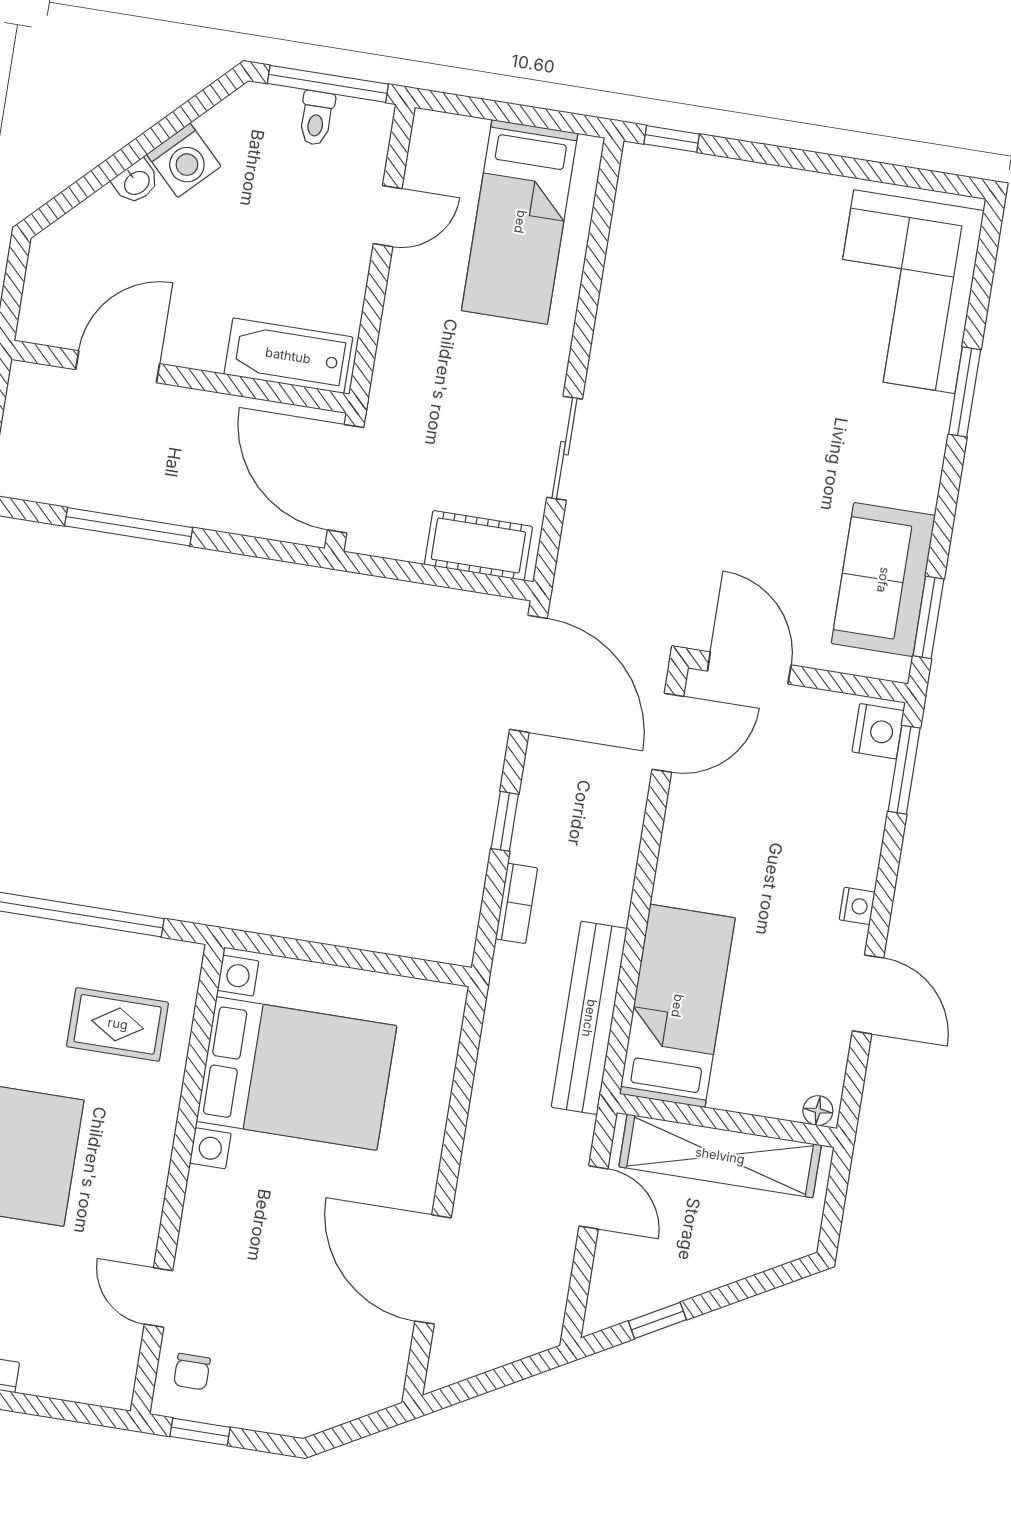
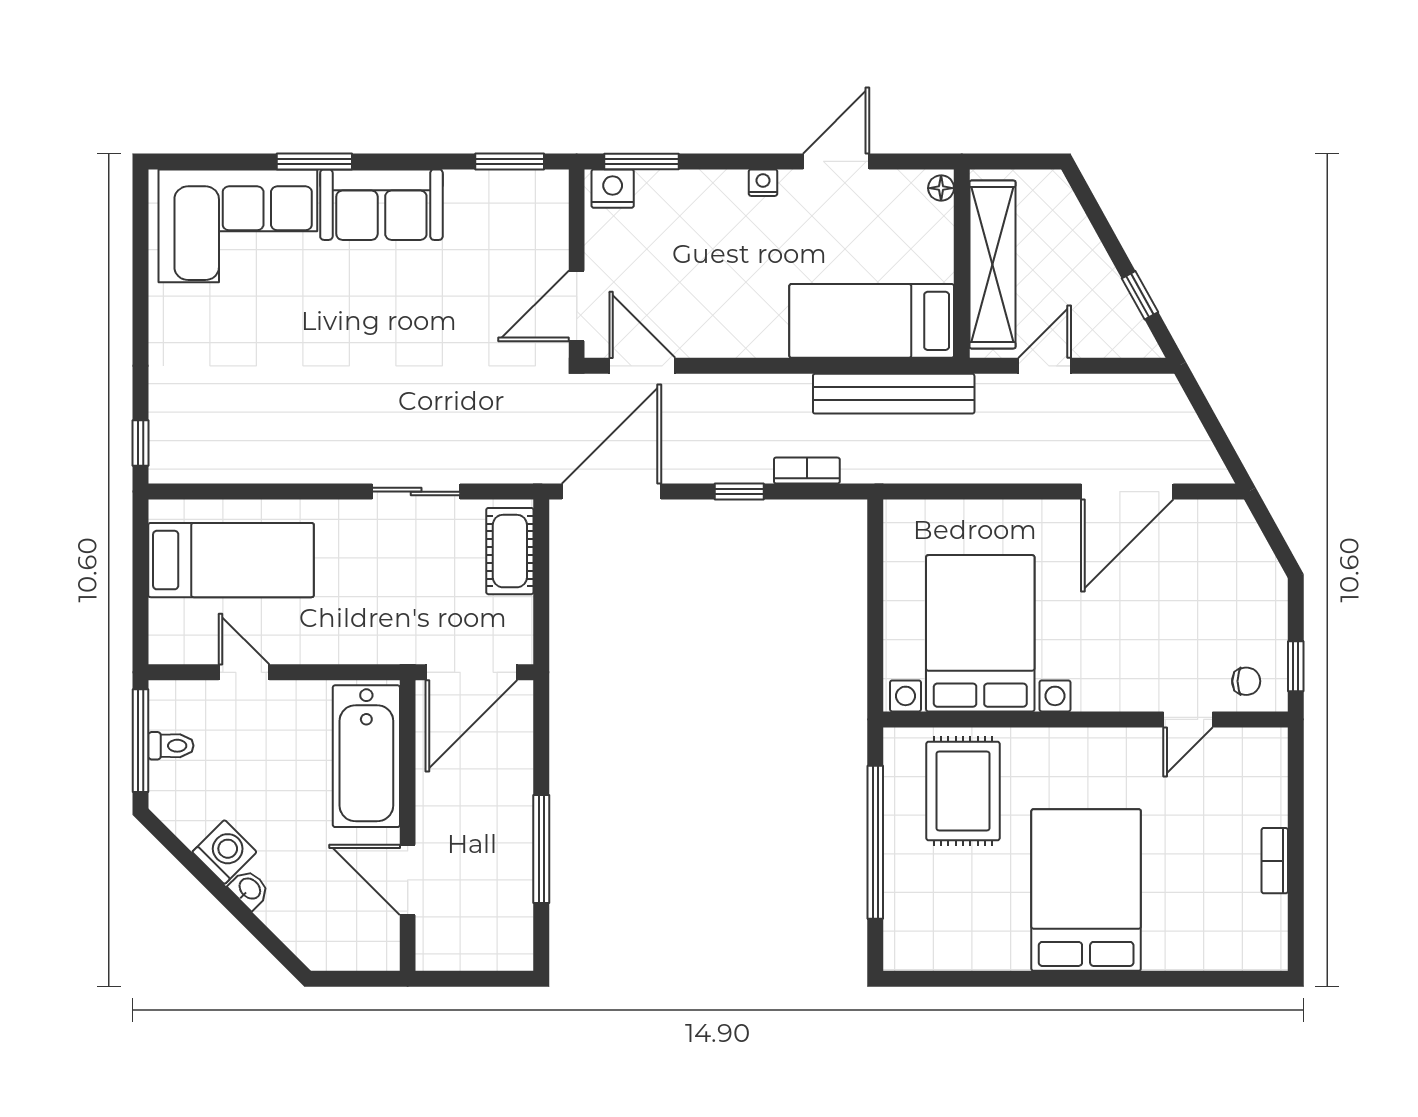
bathtub: (288, 356) -> (366, 756), width x1.36, depth x1.36
sofa: (883, 580) -> (381, 205), moved
rug: (118, 1024) -> (963, 791), width x1.36, depth x1.43

